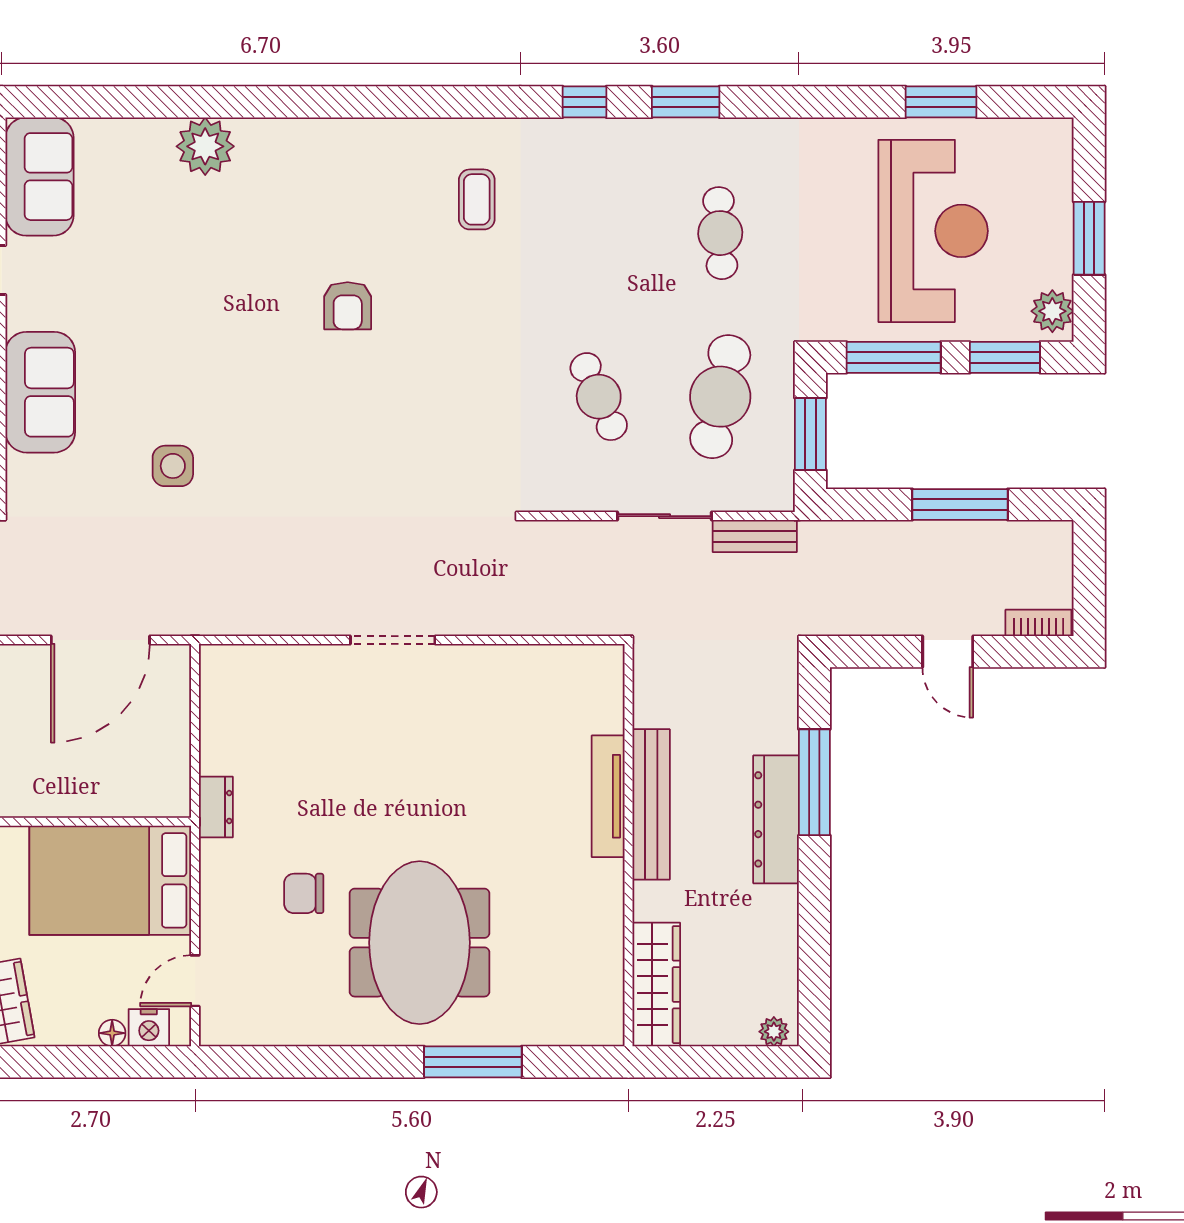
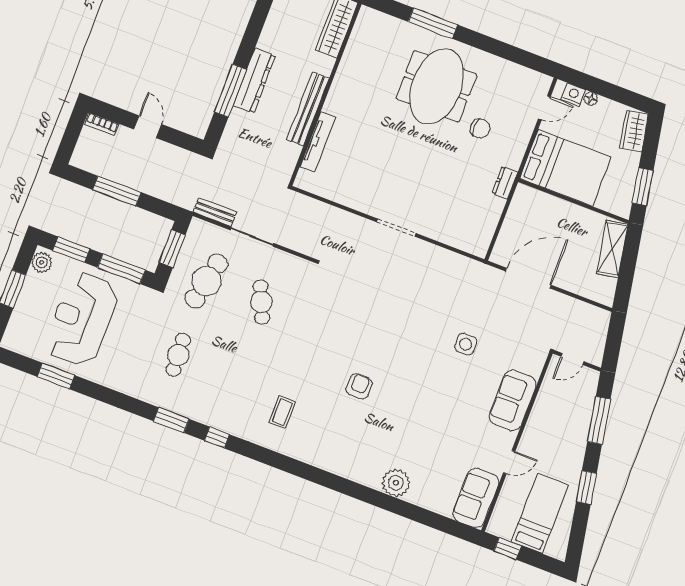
tv unit: (608, 796) -> (318, 142), moved

